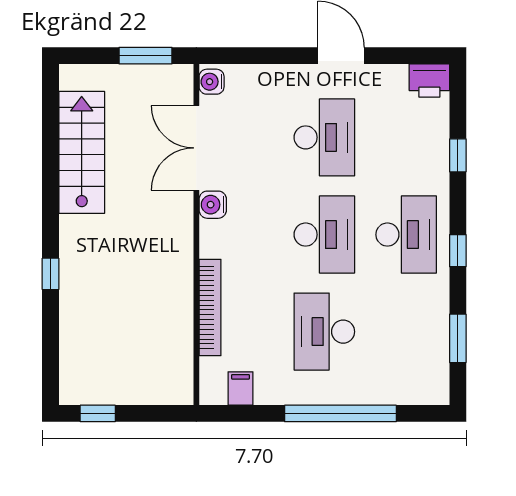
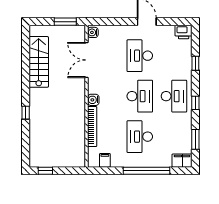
desk: (324, 137) -> (140, 56), turned 180
water cooler: (213, 205) -> (93, 100), moved
filing cabinet: (426, 389) -> (182, 161), added

